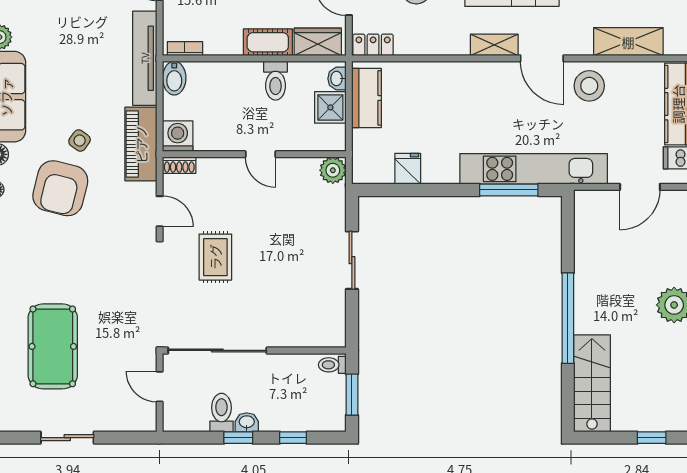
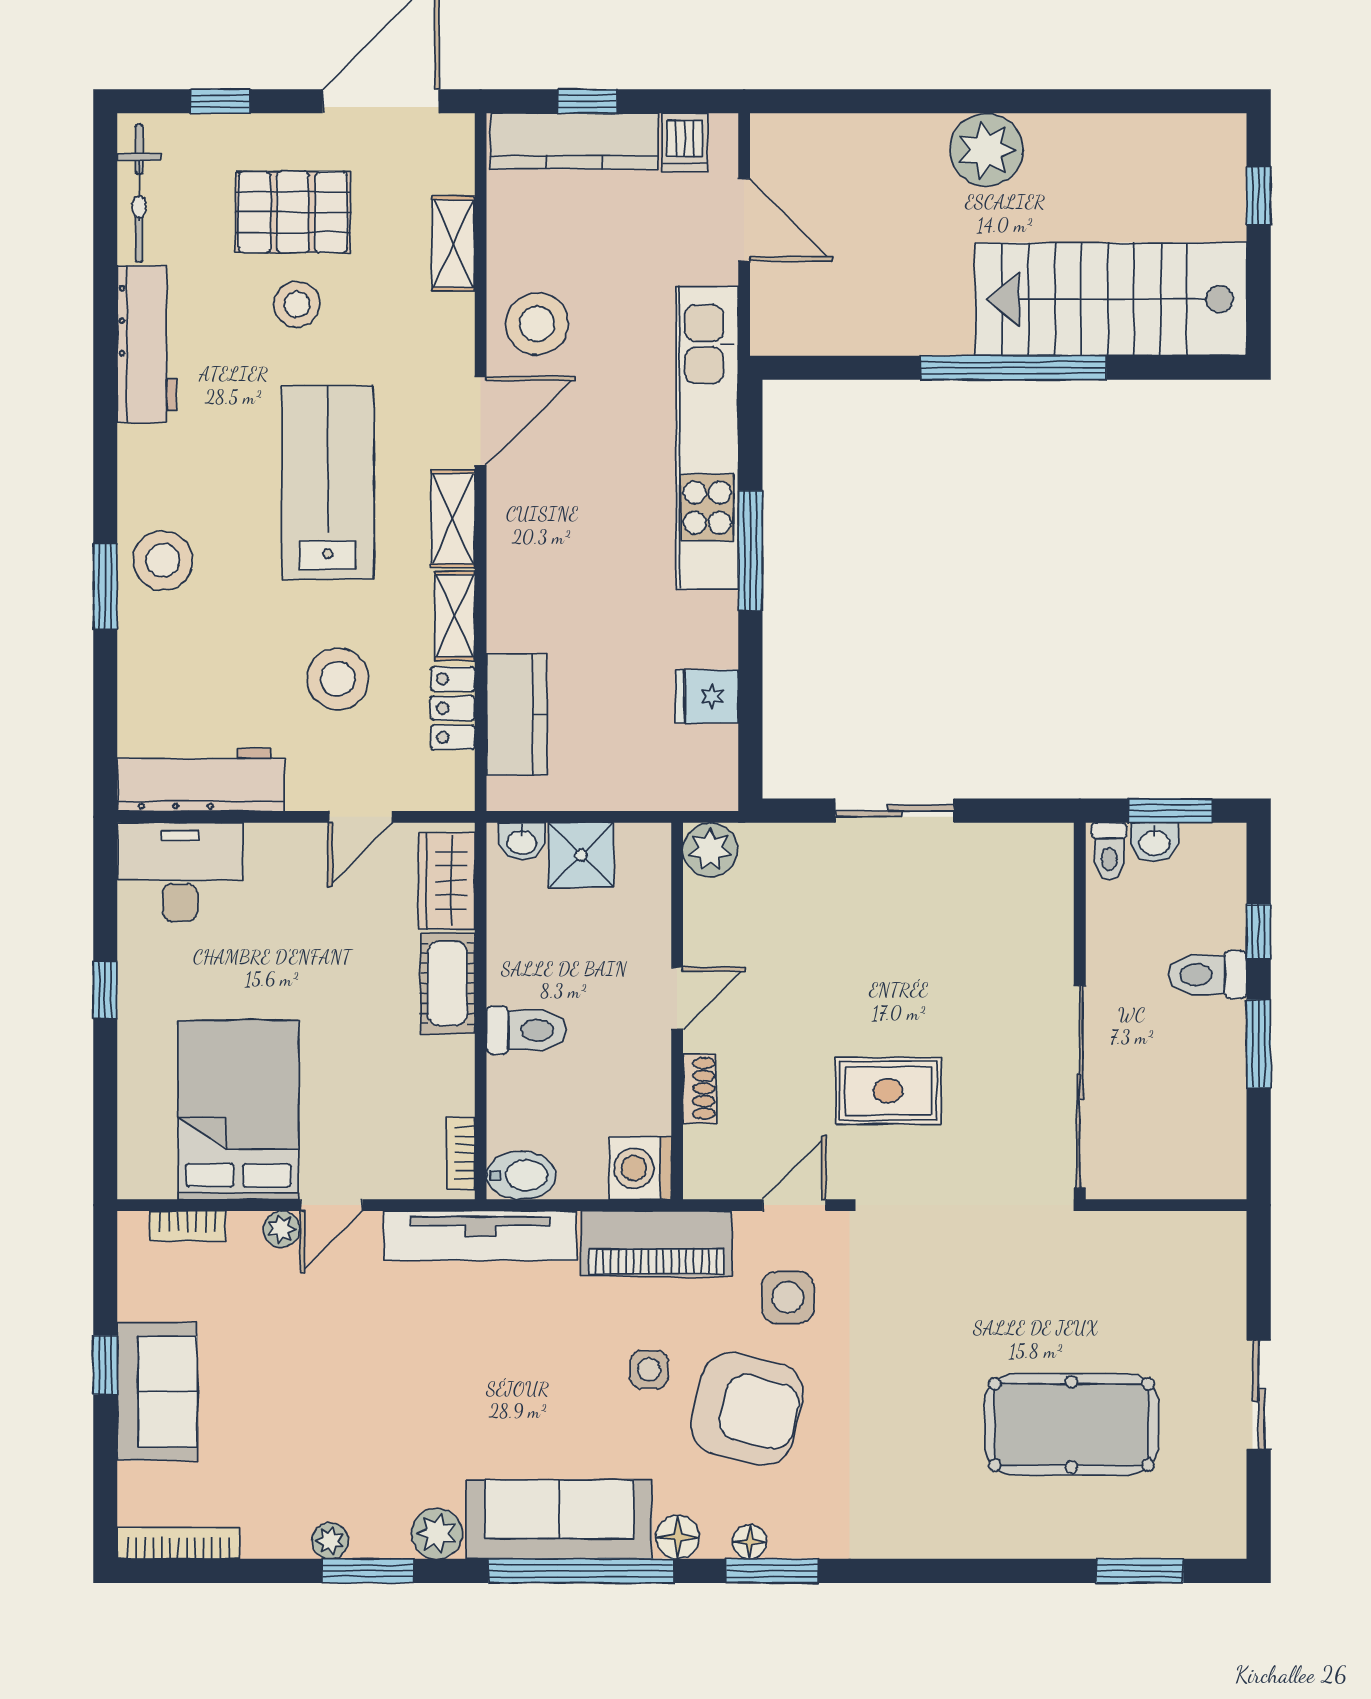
shelving: (628, 42) -> (453, 244), width x0.67, depth x0.75
locker: (373, 45) -> (453, 708), moved
shelving: (447, 46) -> (455, 616), added
toilet: (276, 81) -> (526, 1030), moved
kitchen counter: (367, 98) -> (517, 714), moved, turned 90
side table: (80, 141) -> (649, 1370), turned -36
shoe rack: (179, 165) -> (700, 1088), moved
window: (509, 190) -> (750, 551), moved
side table: (115, 208) -> (788, 1297), added
stairs: (592, 383) -> (1111, 299), width x1.36, depth x1.51
door: (160, 387) -> (1154, 1205), removed
toilet: (221, 413) -> (1207, 975), moved
washbasin: (247, 422) -> (1155, 842), moved, turned -90
window: (238, 438) -> (1259, 1044), width x1.50

